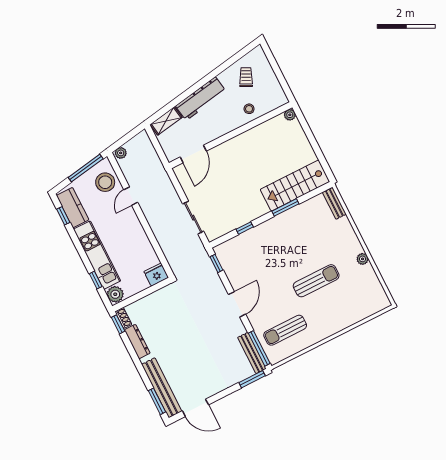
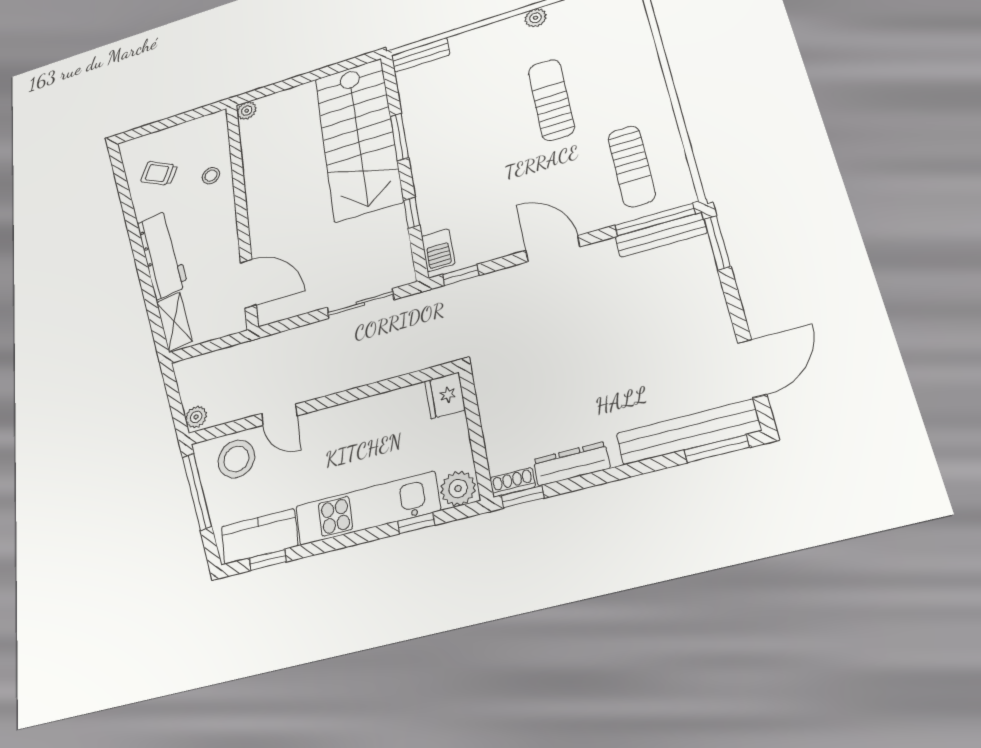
stairs: (295, 185) -> (358, 139), width x1.36, depth x1.51
barbecue: (227, 248) -> (438, 250), added

